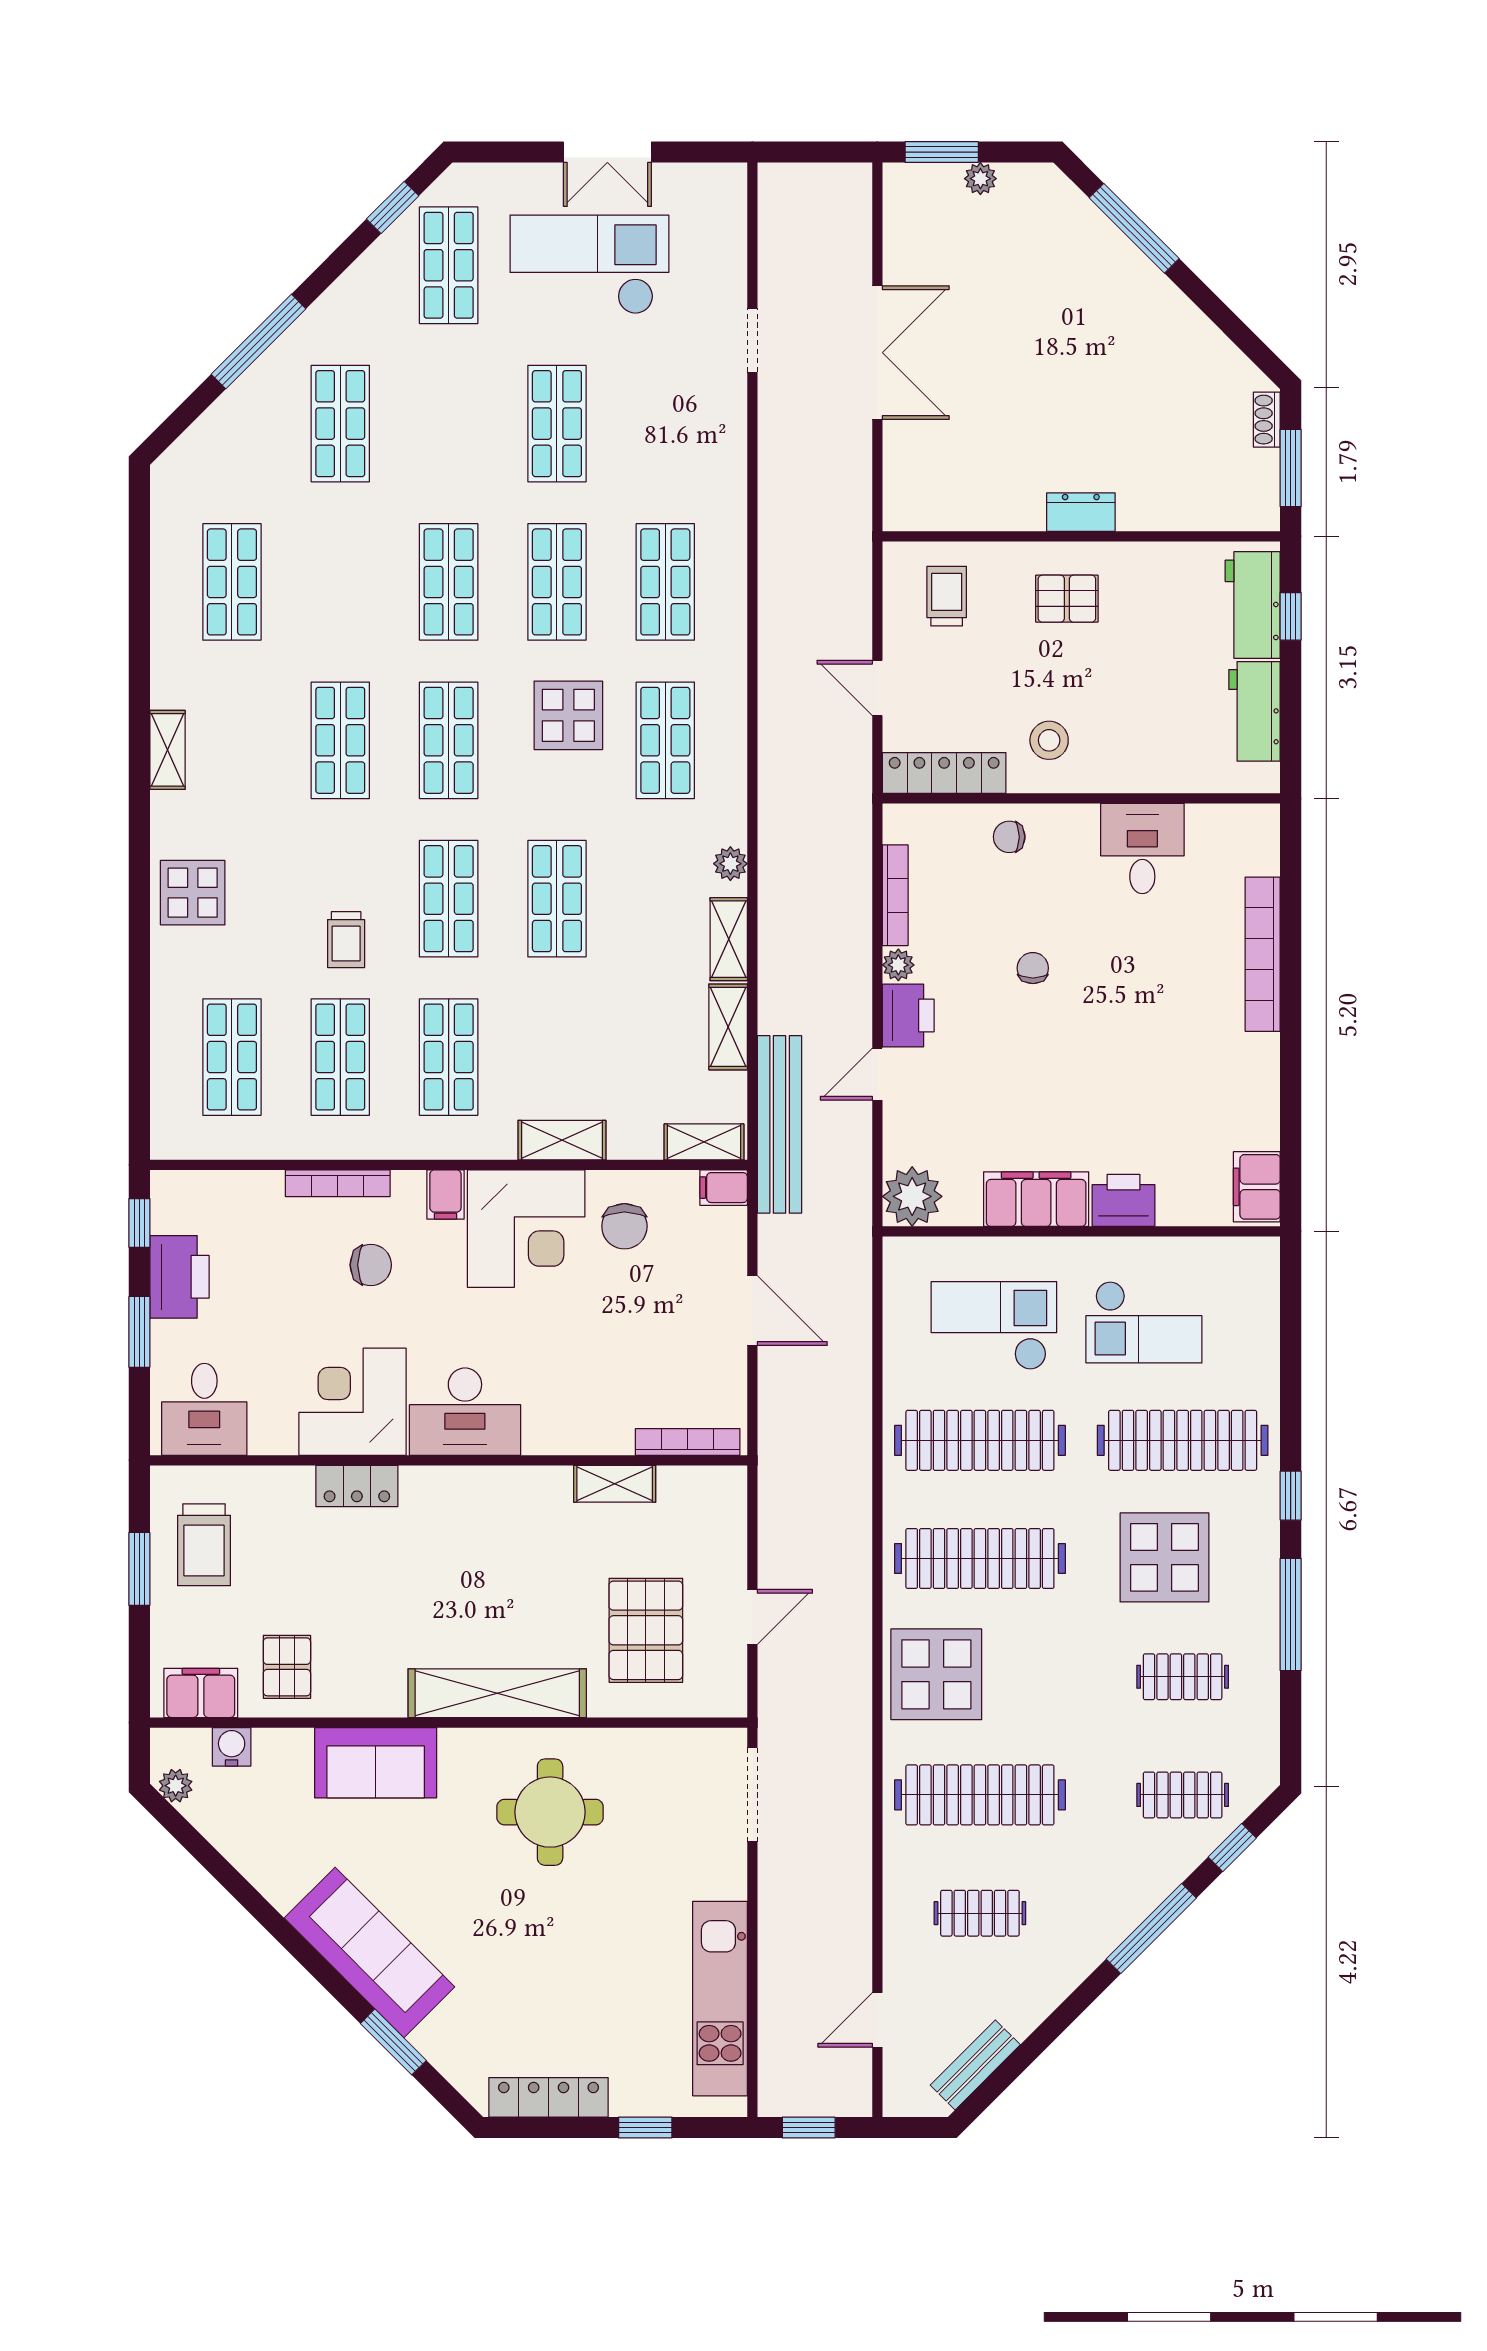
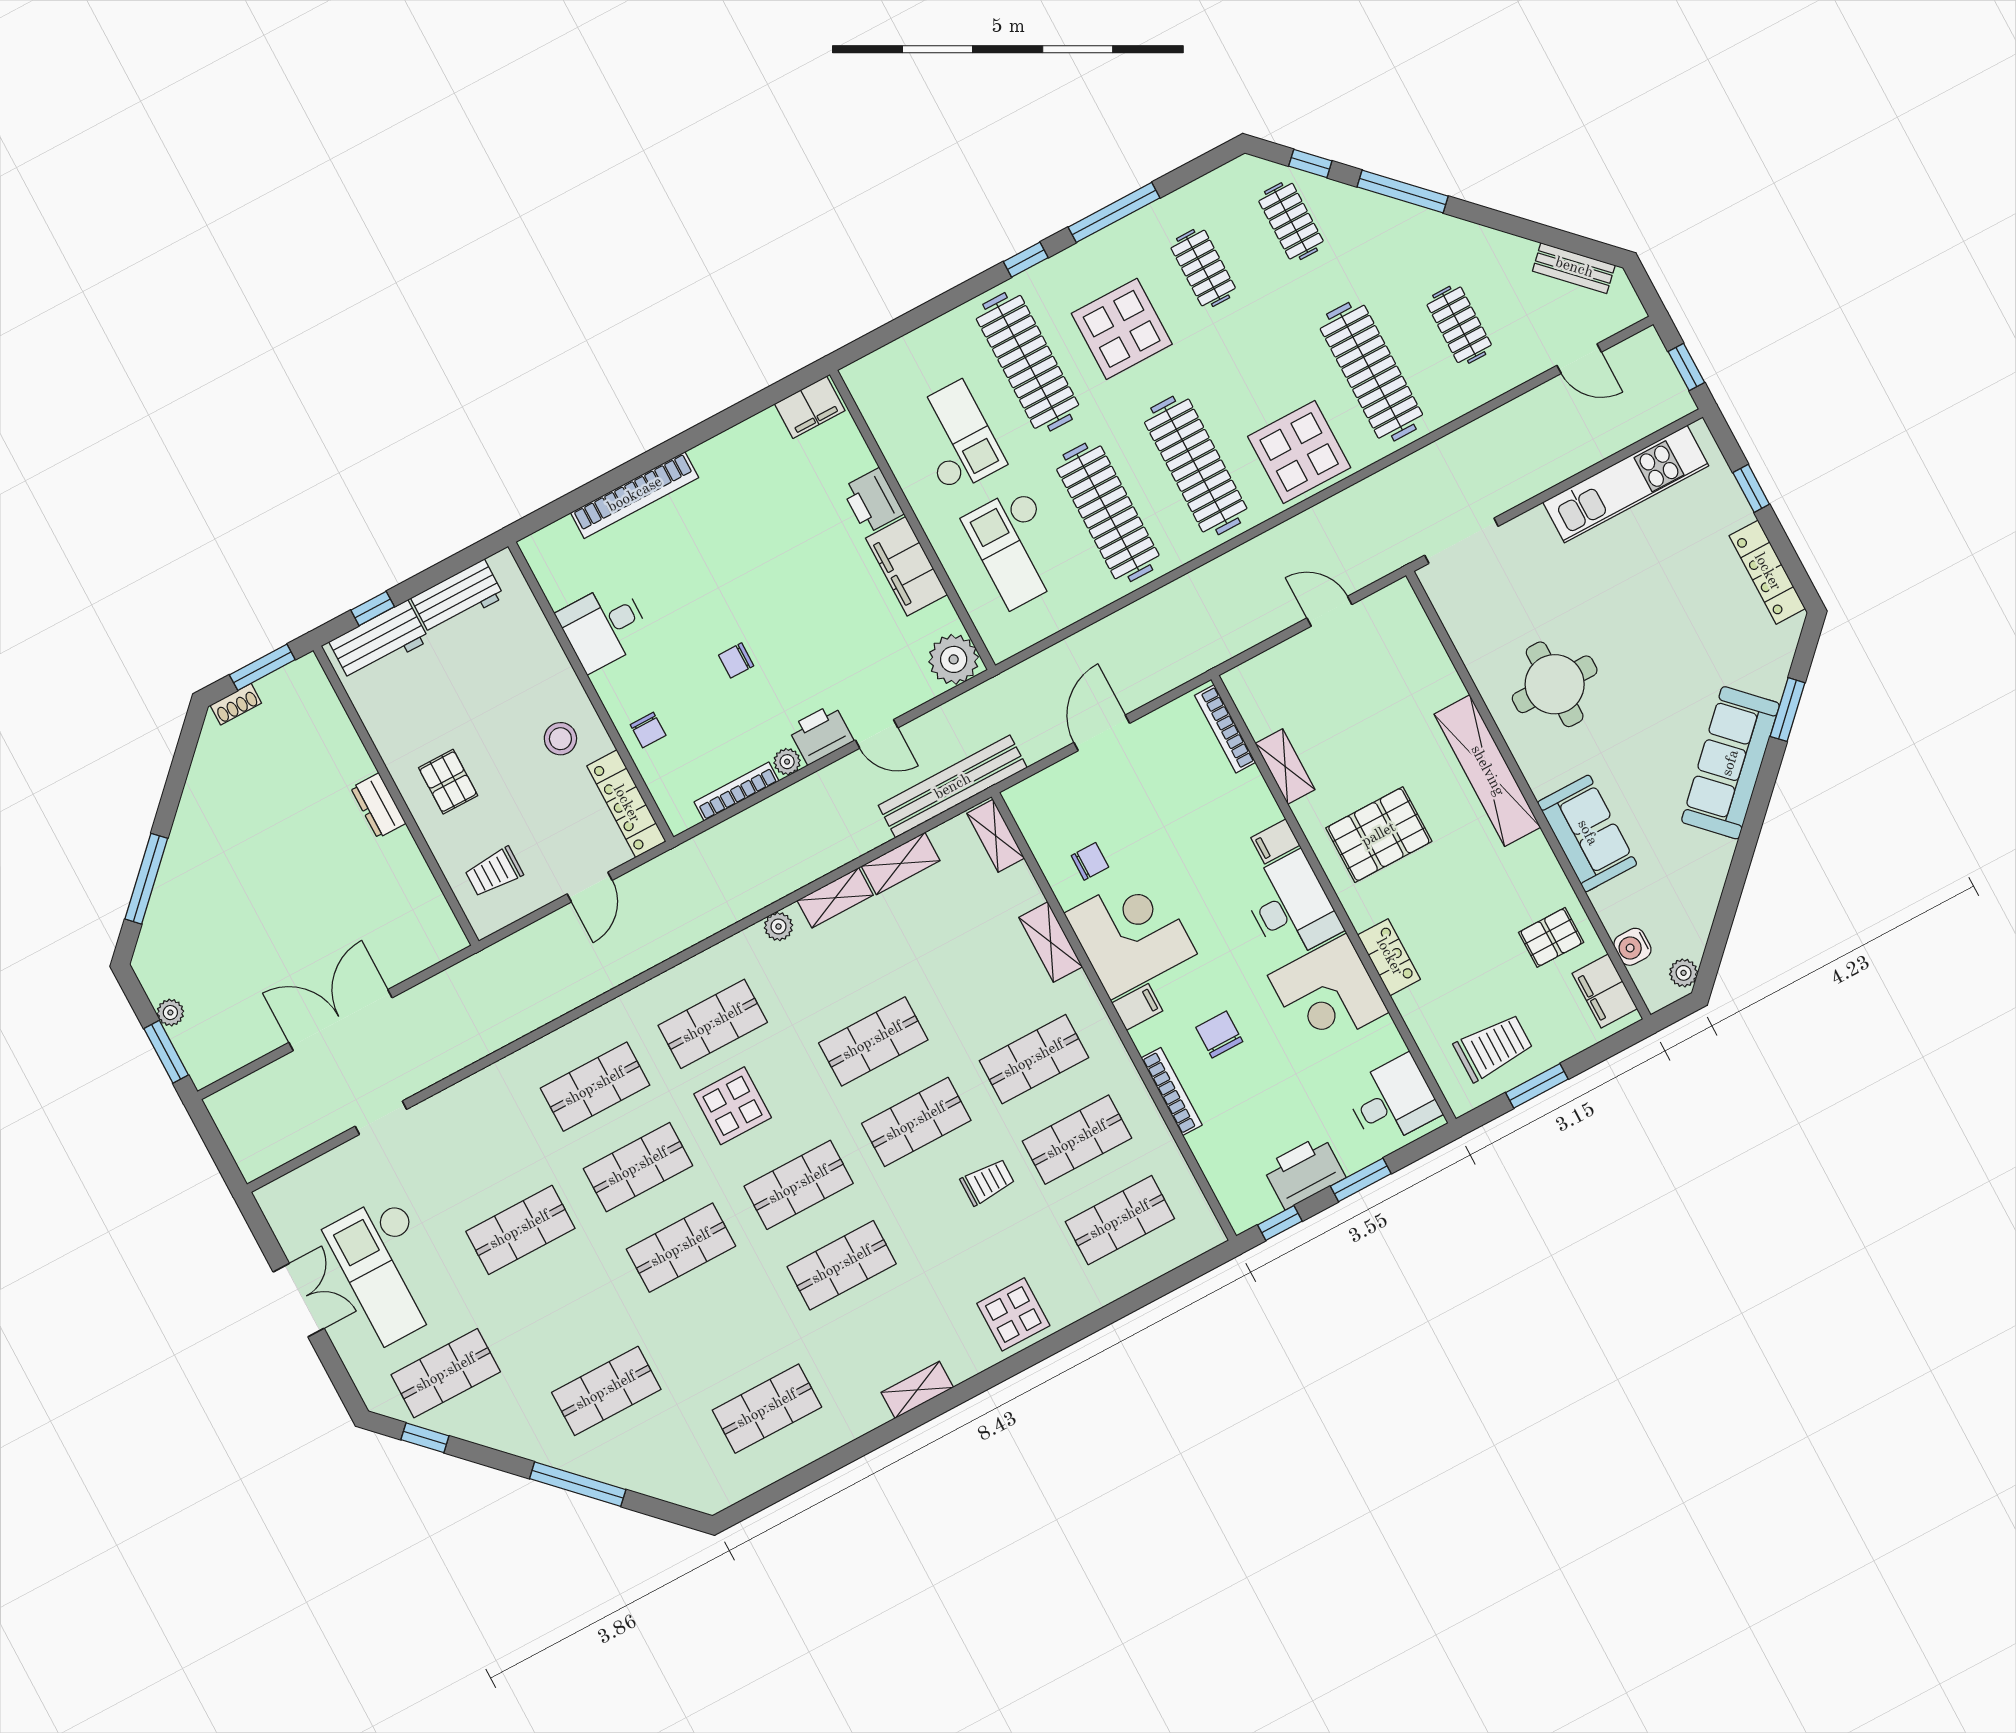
filing cabinet: (724, 1188) -> (1275, 841), moved, turned 90
chair: (624, 1226) -> (1090, 861), width x0.73, depth x0.73
pallet: (646, 1630) -> (1379, 835), moved

